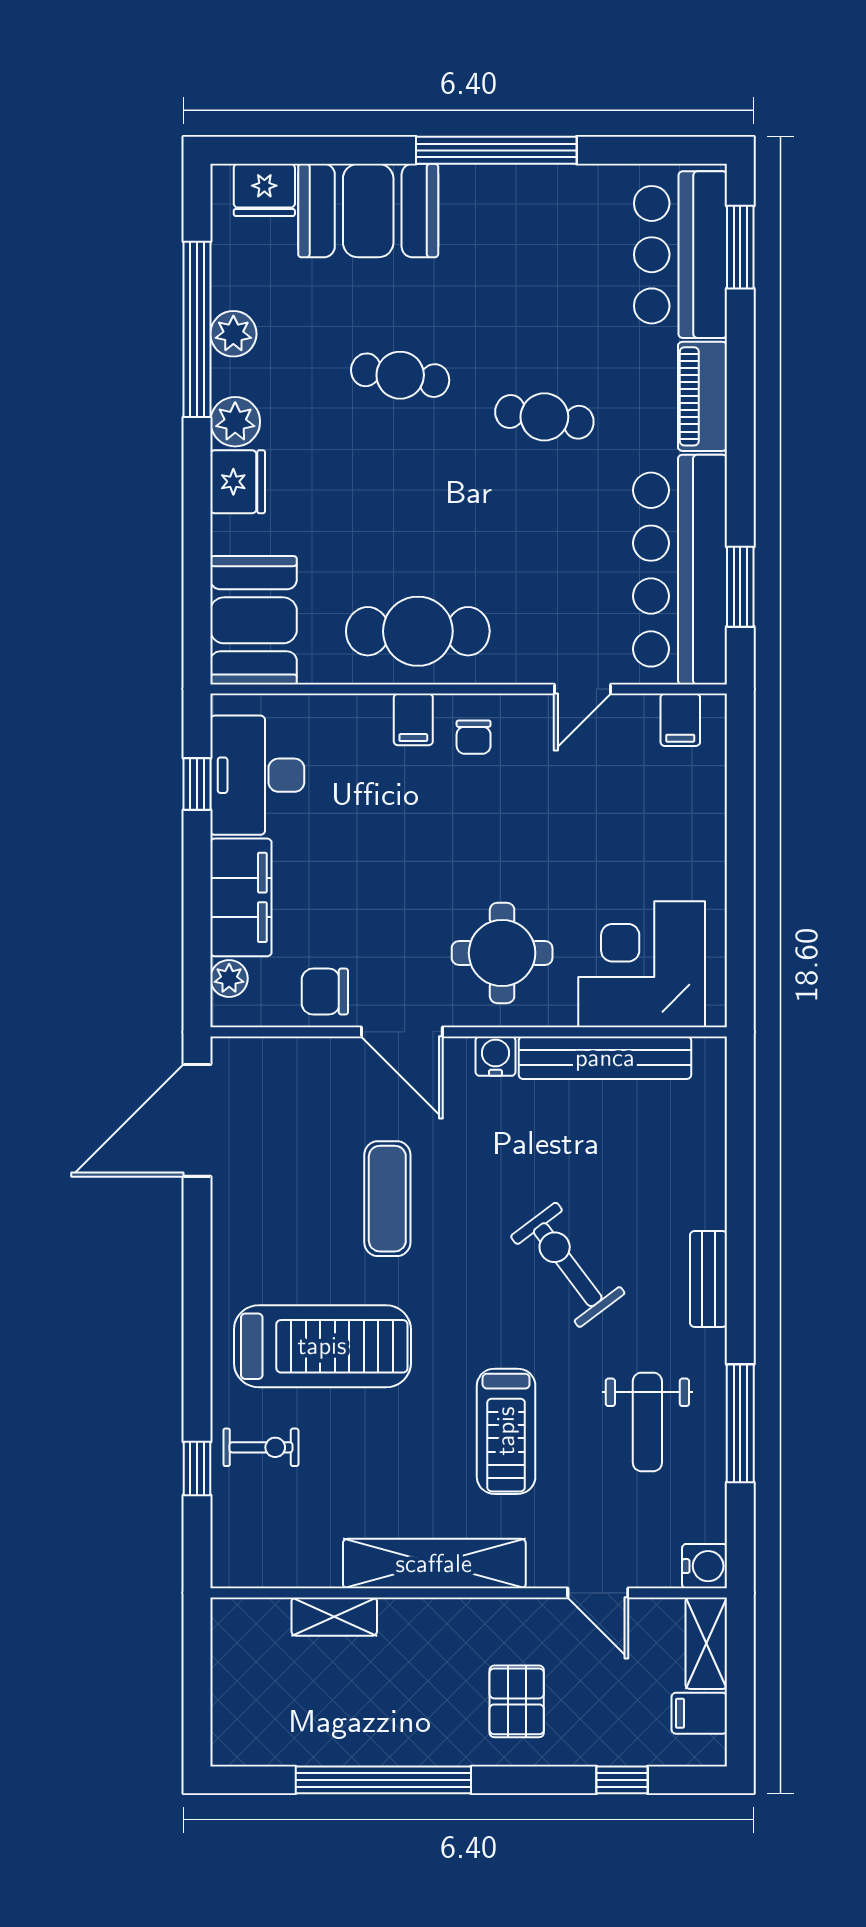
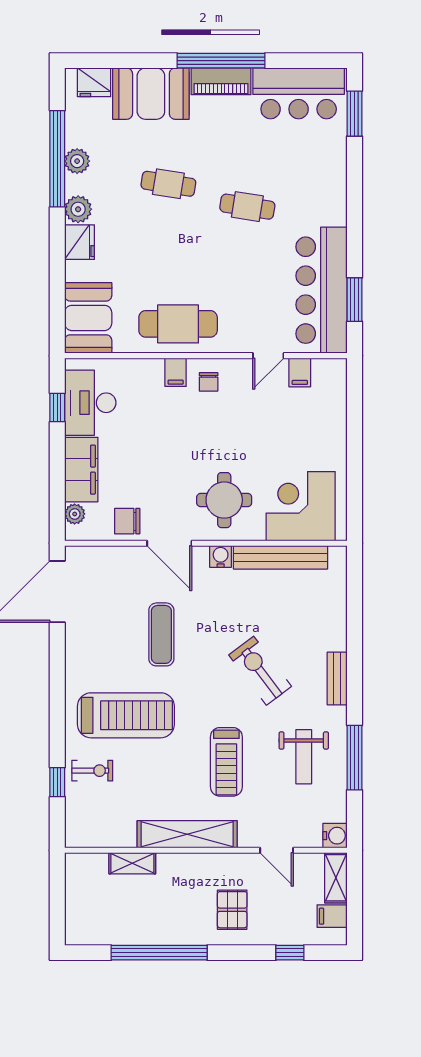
bar counter: (680, 255) -> (299, 93), moved, turned -90
piano: (702, 396) -> (221, 81), moved, turned -90
filing cabinet: (680, 720) -> (300, 372), moved

